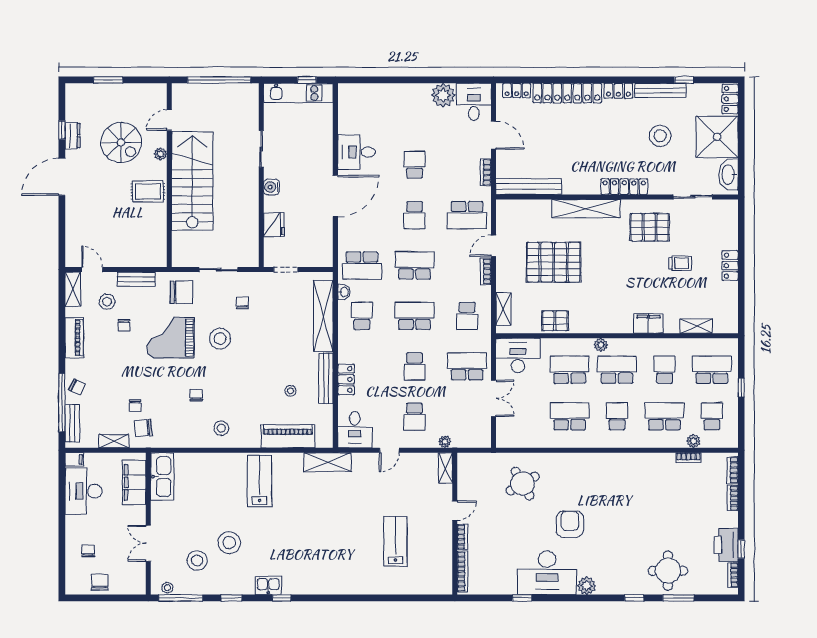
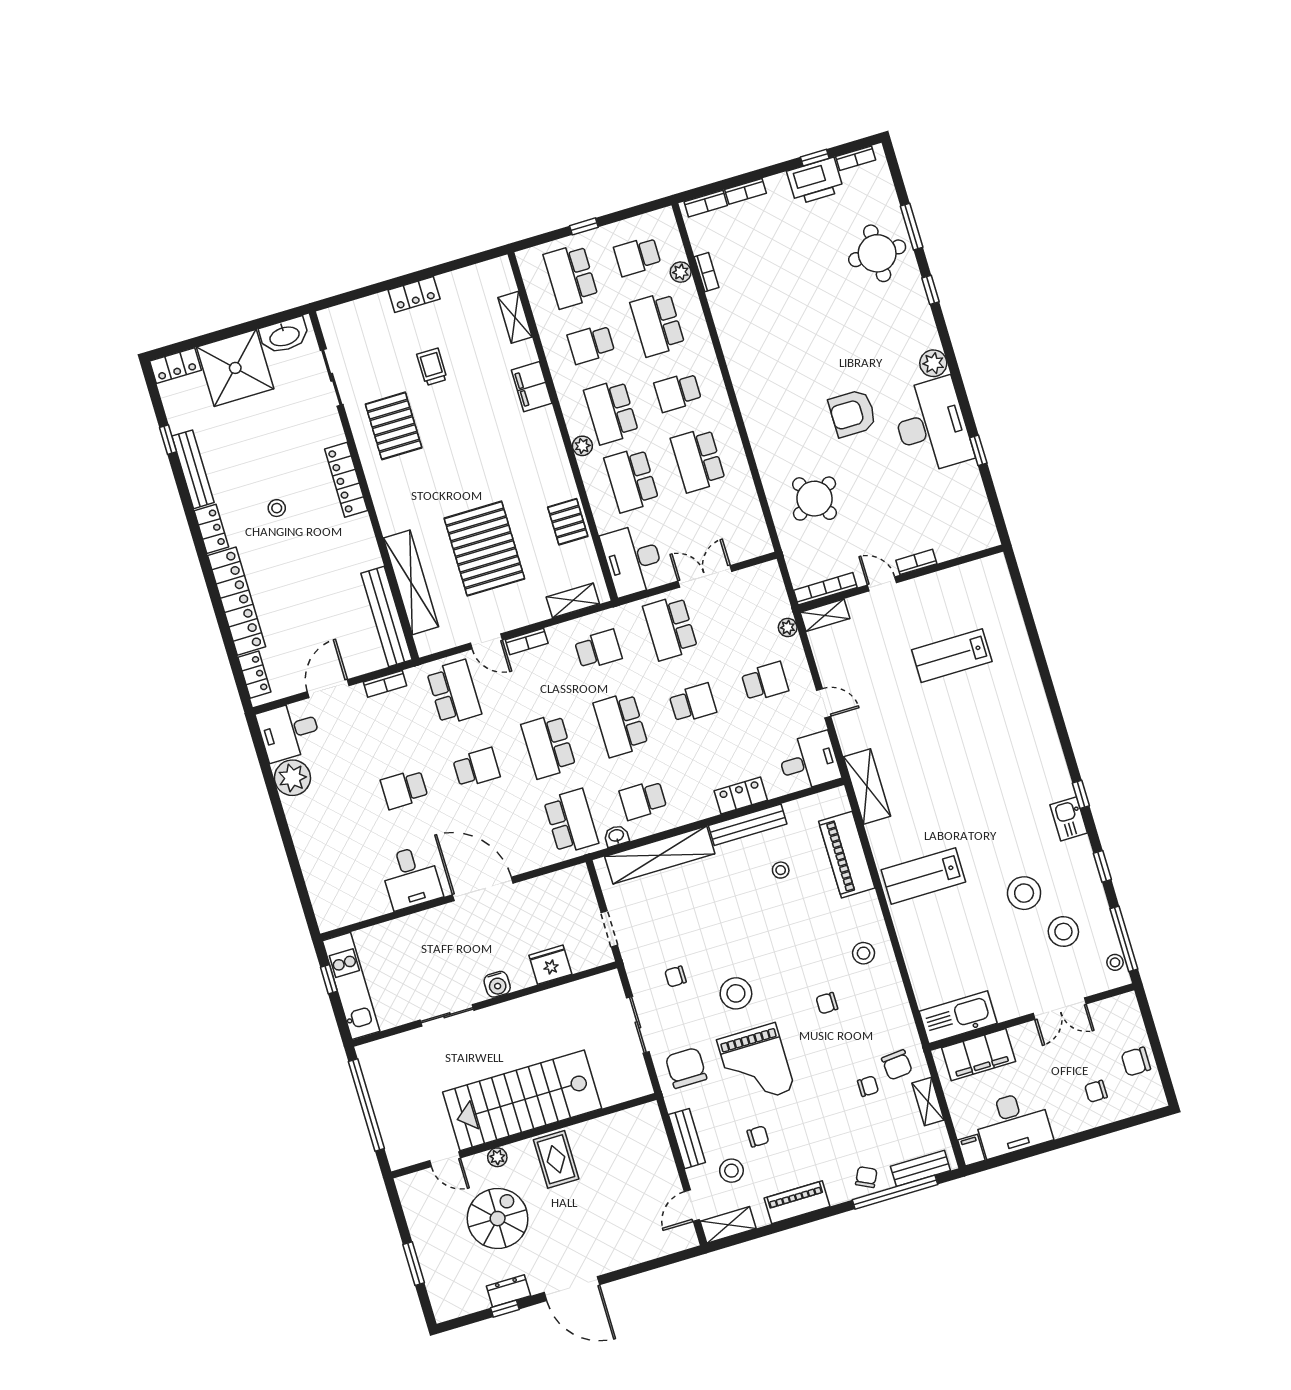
stool: (660, 136) -> (277, 508), moved, width x0.53, depth x0.53
shelving: (586, 209) -> (411, 582), moved
bookcase: (463, 572) -> (825, 589), moved

